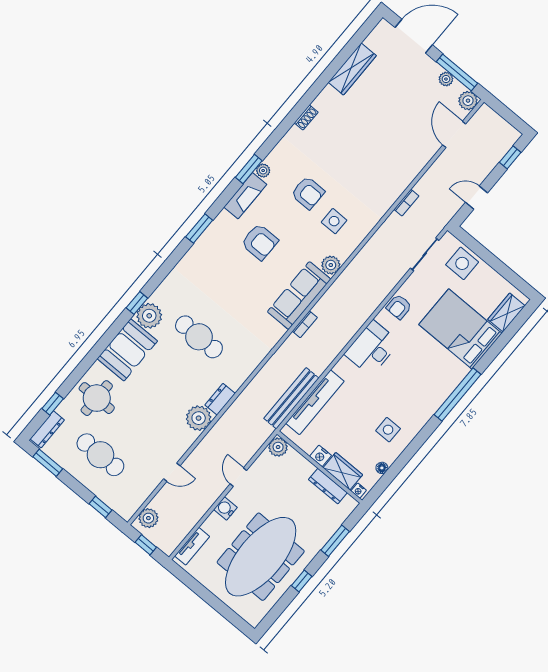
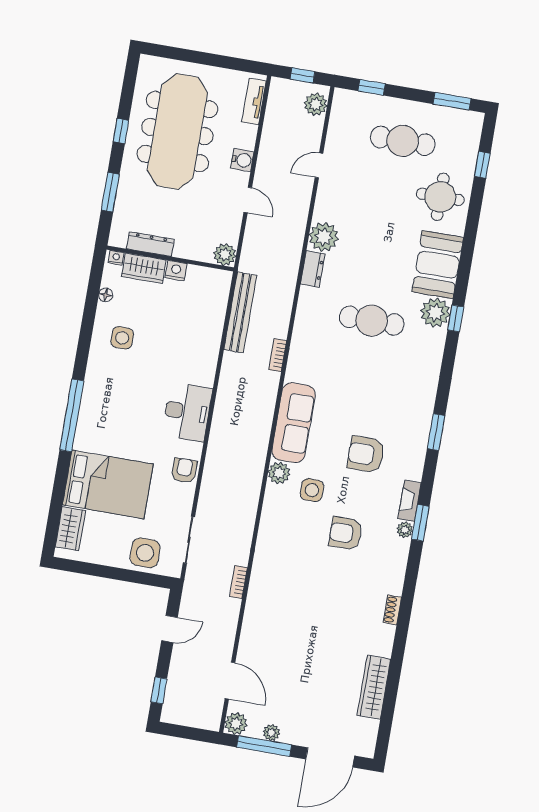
fireplace: (245, 196) -> (410, 501), width x0.73, depth x0.76
side table: (334, 221) -> (312, 490), moved
bookcase: (305, 324) -> (278, 355), moved
tv unit: (315, 402) -> (214, 323), removed
dresser: (47, 429) -> (473, 135), removed

